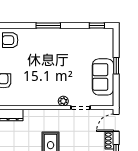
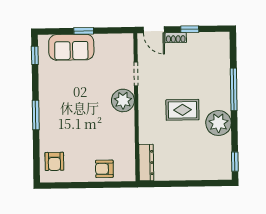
sofa: (103, 77) -> (71, 47), moved
plant: (63, 101) -> (123, 100), width x1.88, depth x1.88

